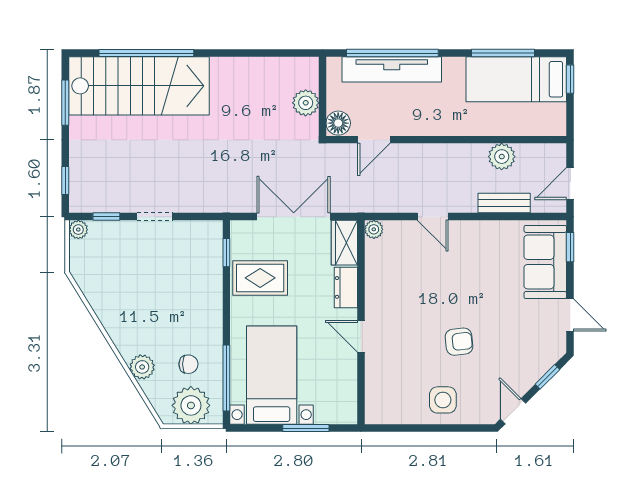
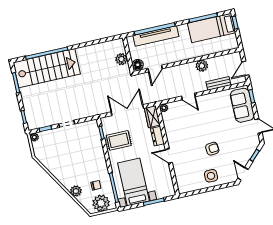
plant: (502, 157) -> (202, 66), moved

